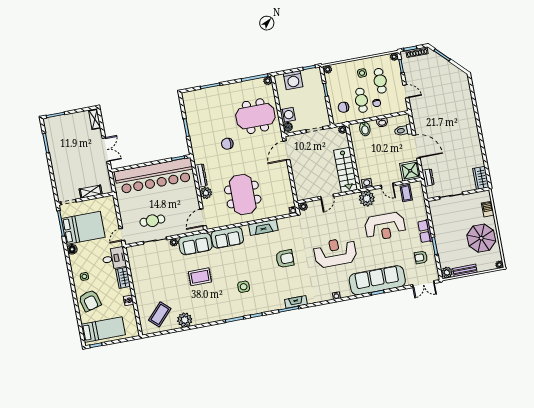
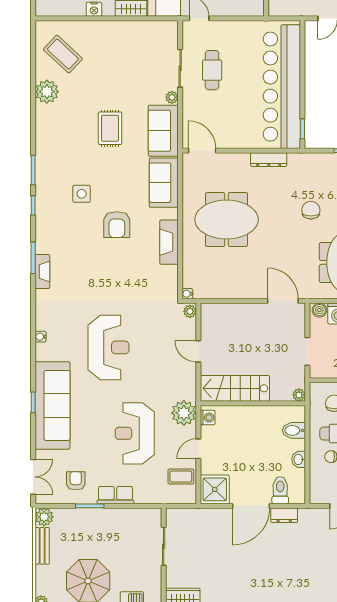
dresser: (428, 178) -> (284, 515), moved
plant: (206, 193) -> (240, 162), removed
armchair: (285, 259) -> (117, 225), moved
double door: (423, 284) -> (33, 477), swing flipped

